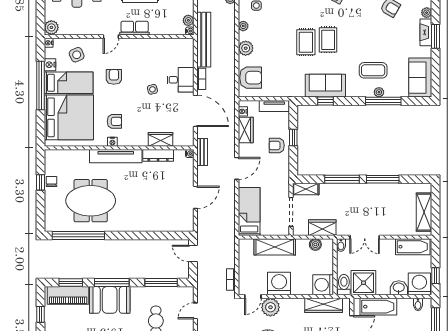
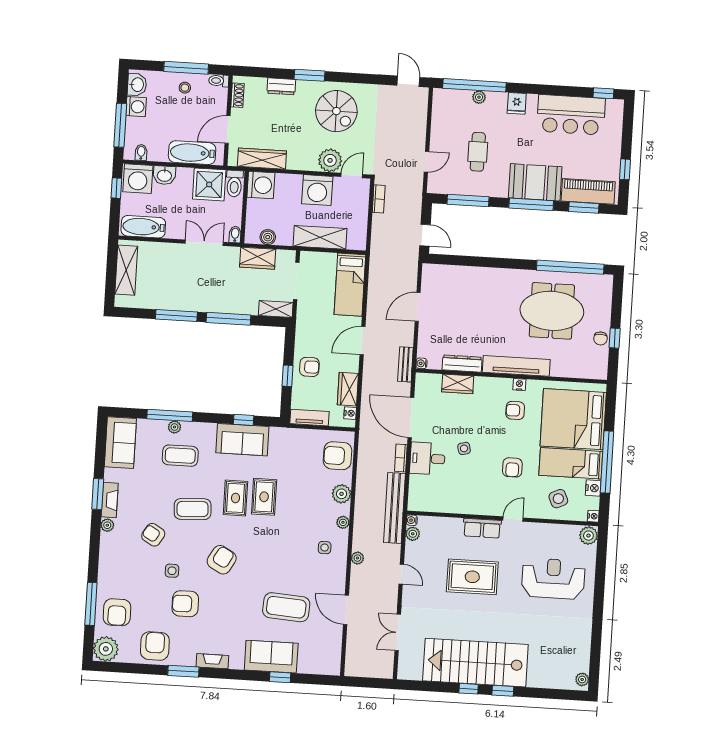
coffee table: (361, 29) -> (193, 509), added

